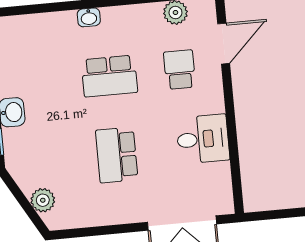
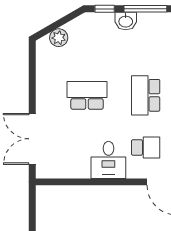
desk: (203, 139) -> (108, 160), moved

